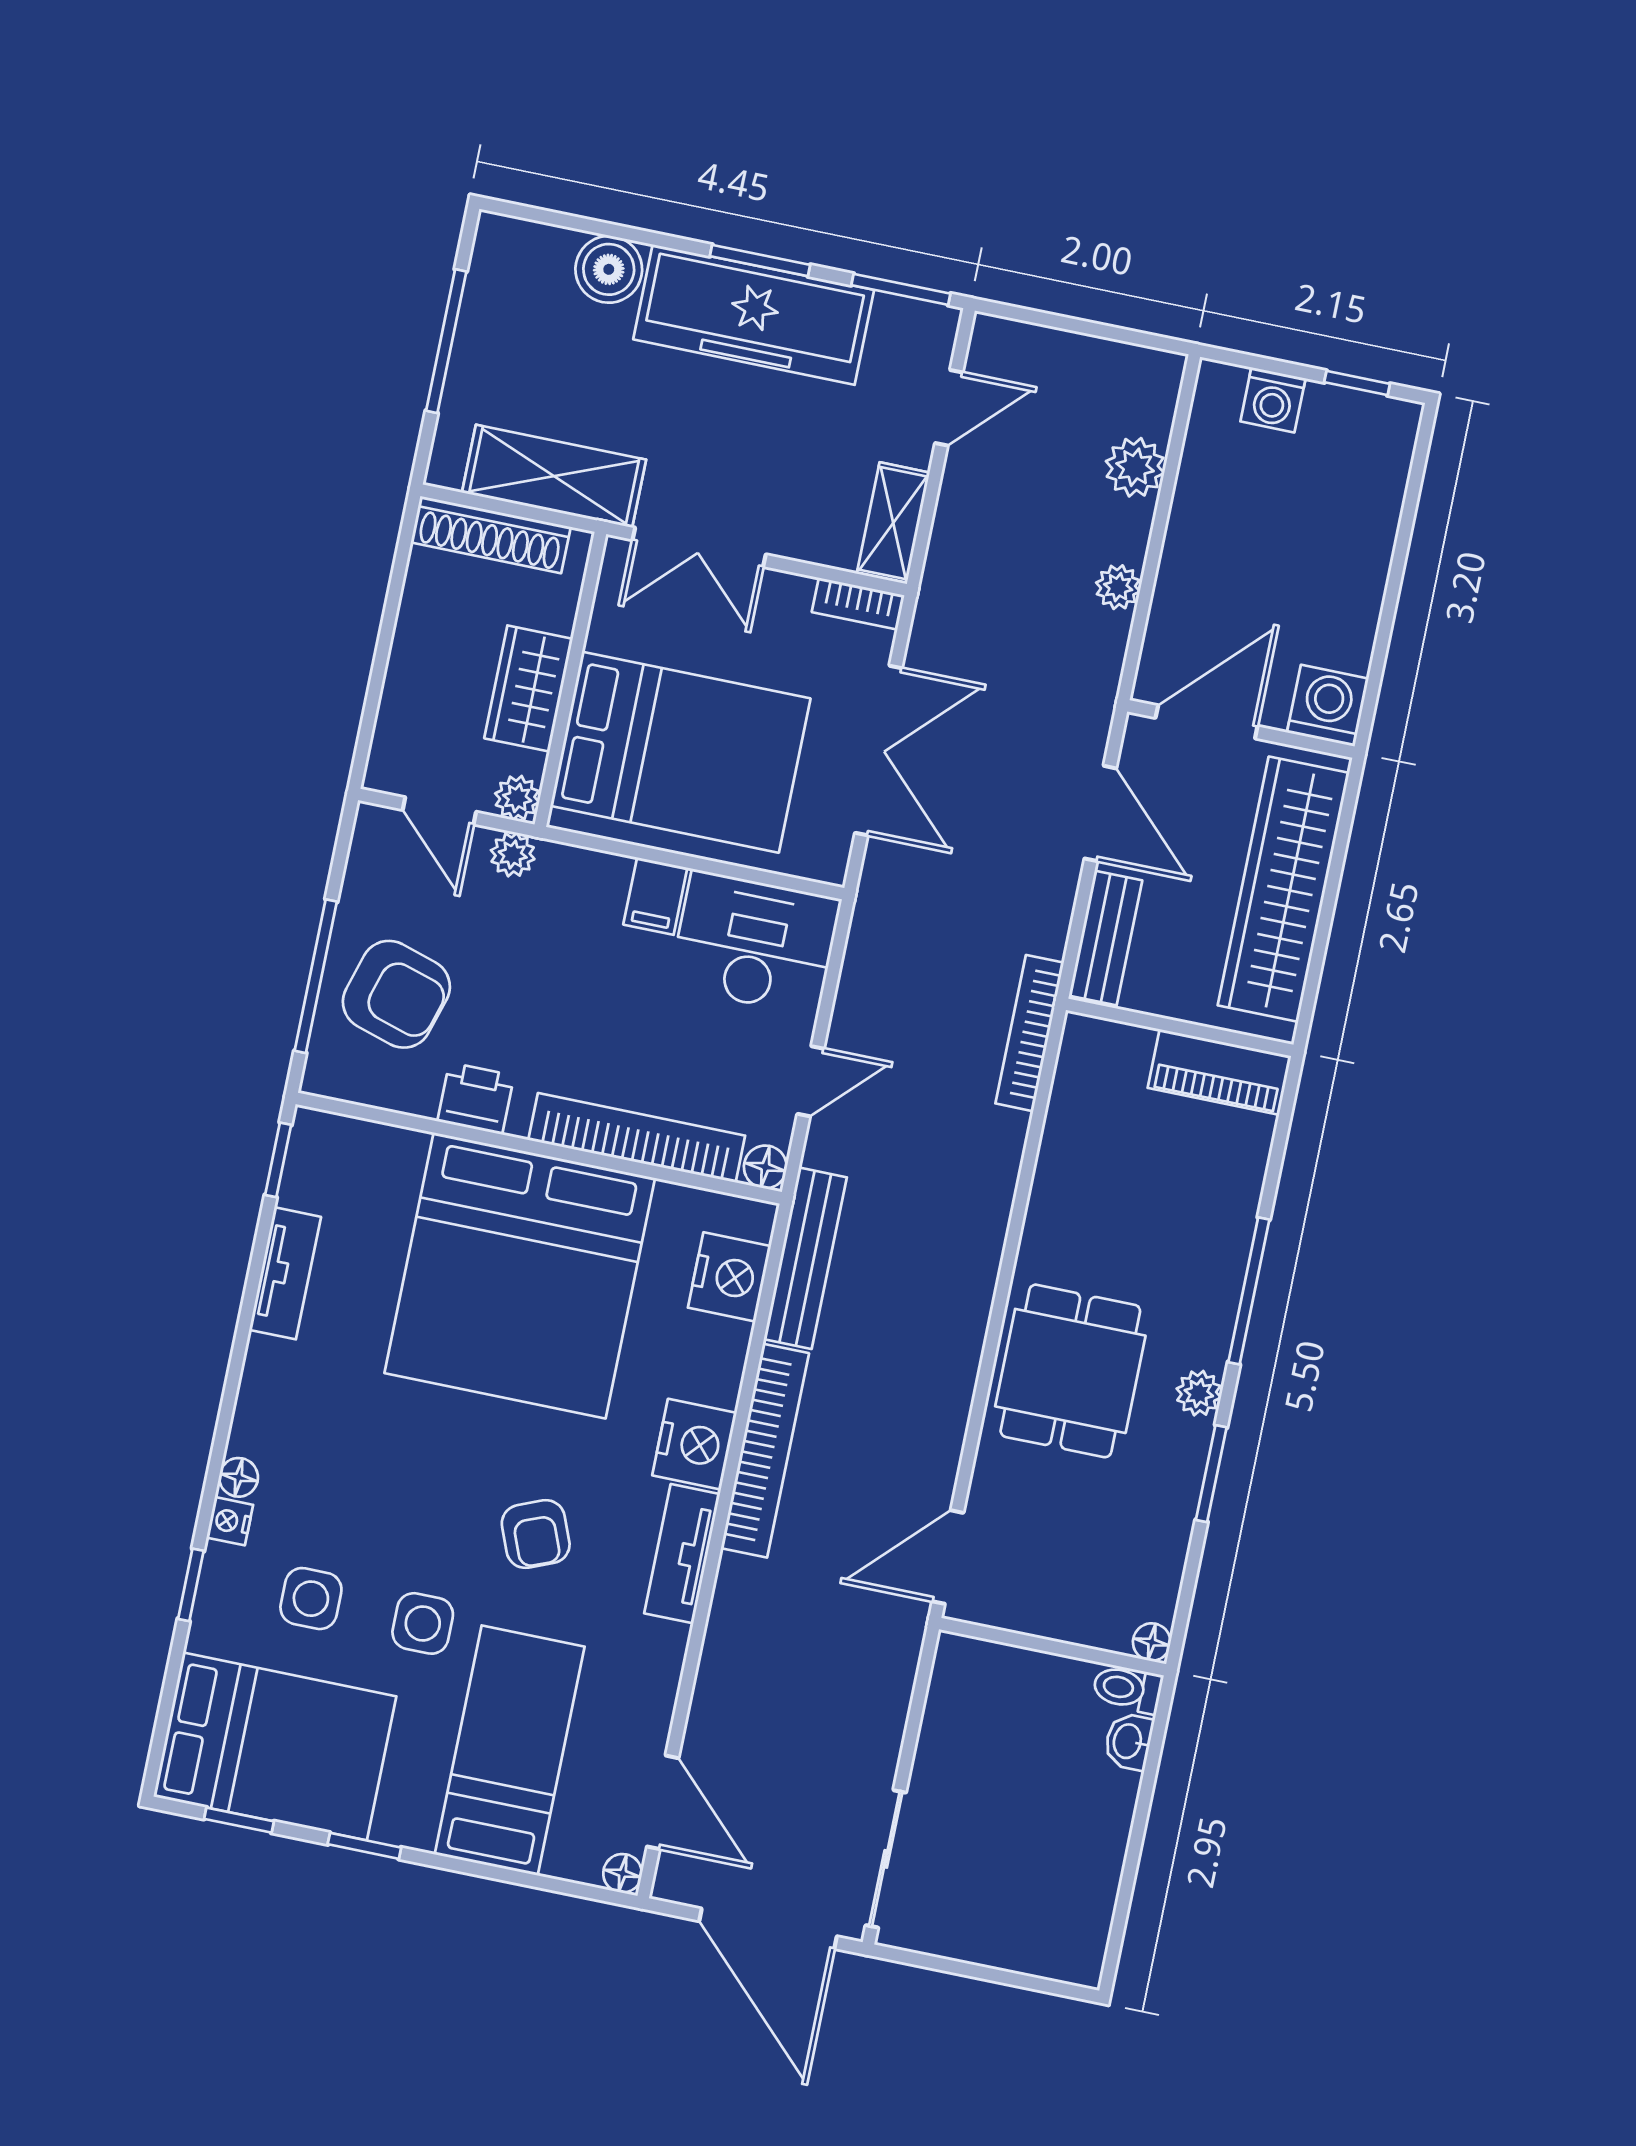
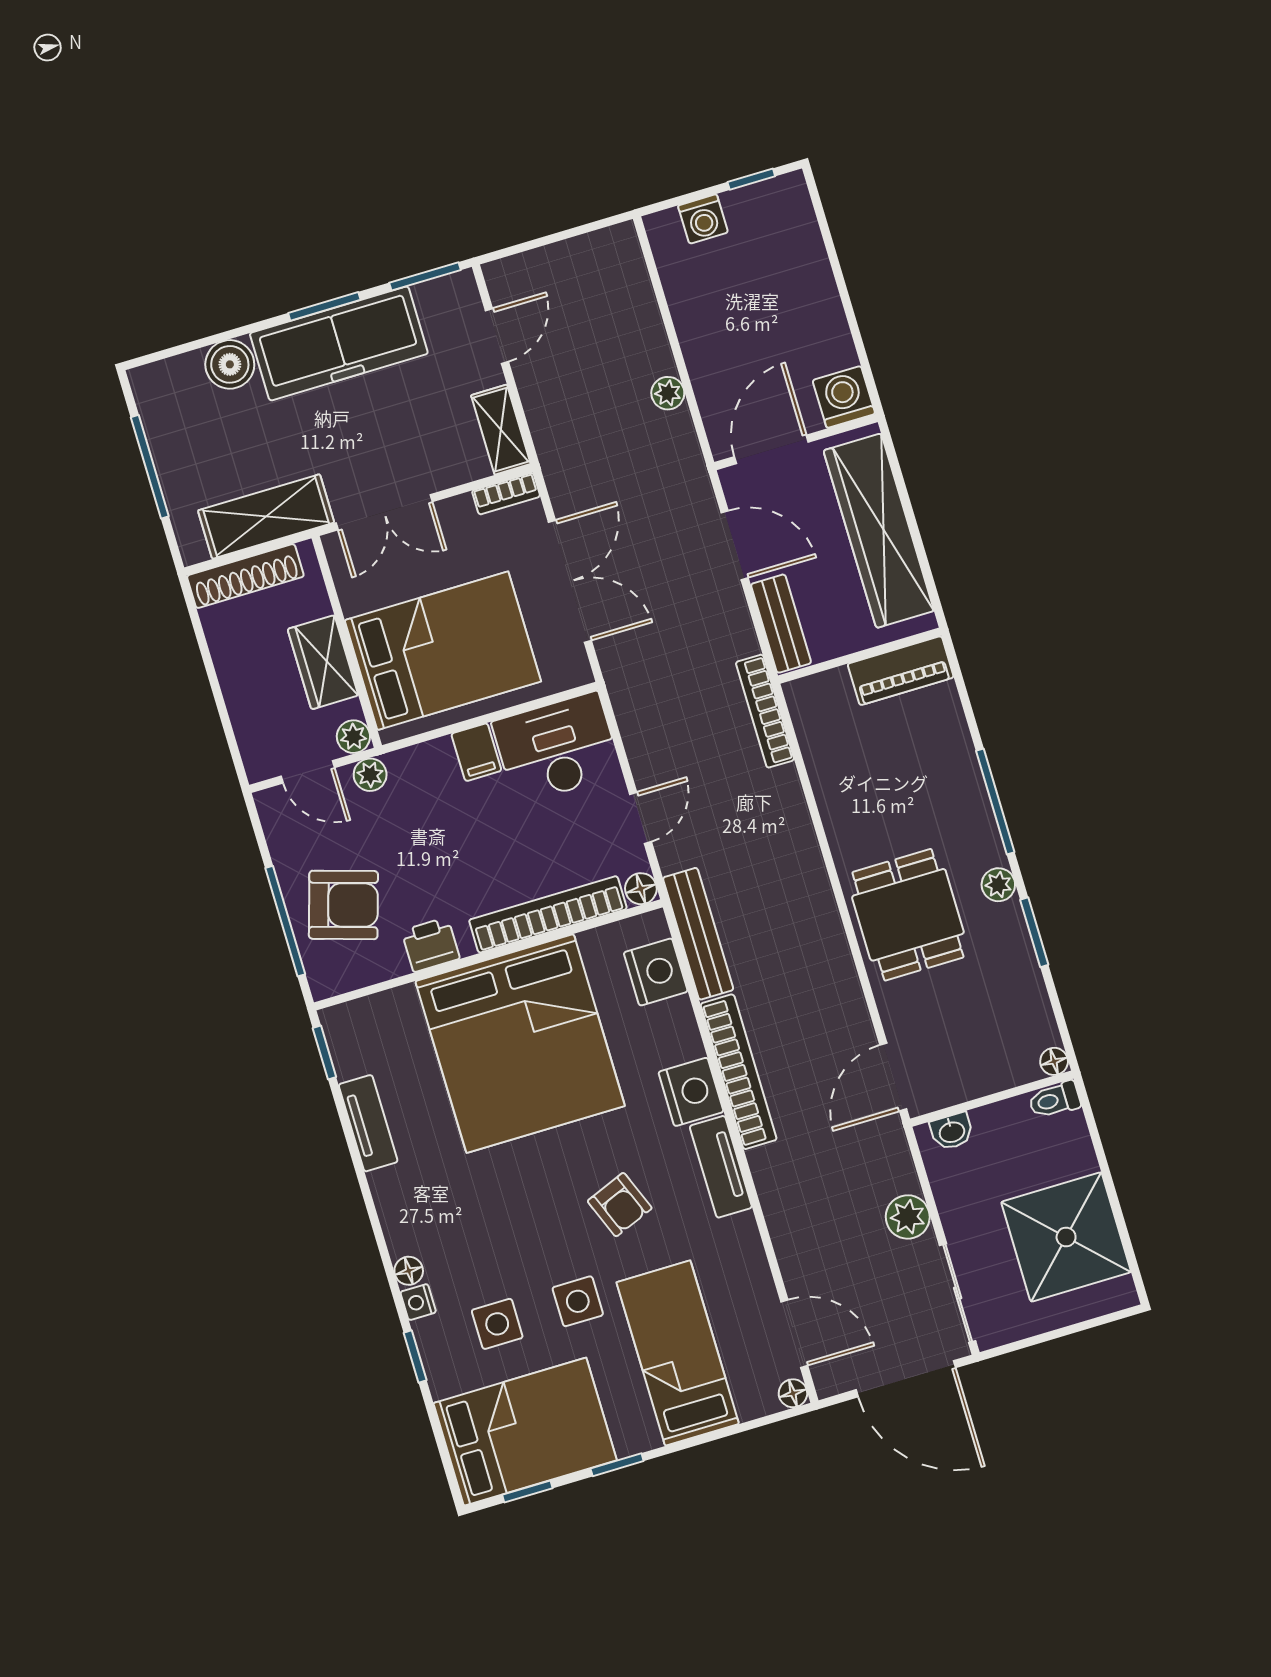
plant: (1135, 467) -> (908, 1217), moved
washbasin: (1129, 1741) -> (952, 1131), moved, turned -90
shower: (1053, 1861) -> (1066, 1237), added

